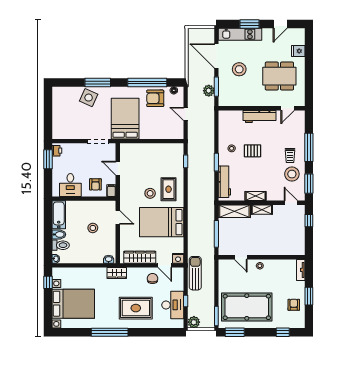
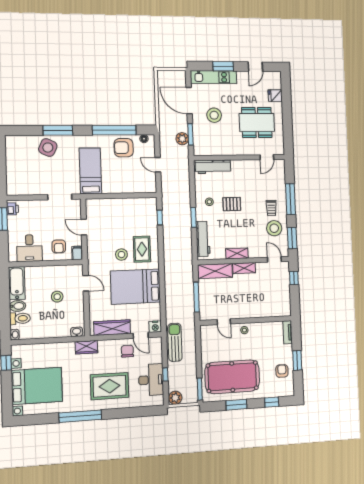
workbench: (259, 116) -> (213, 167), moved
bed: (125, 119) -> (90, 171), width x0.67
window: (235, 332) -> (236, 405), moved

